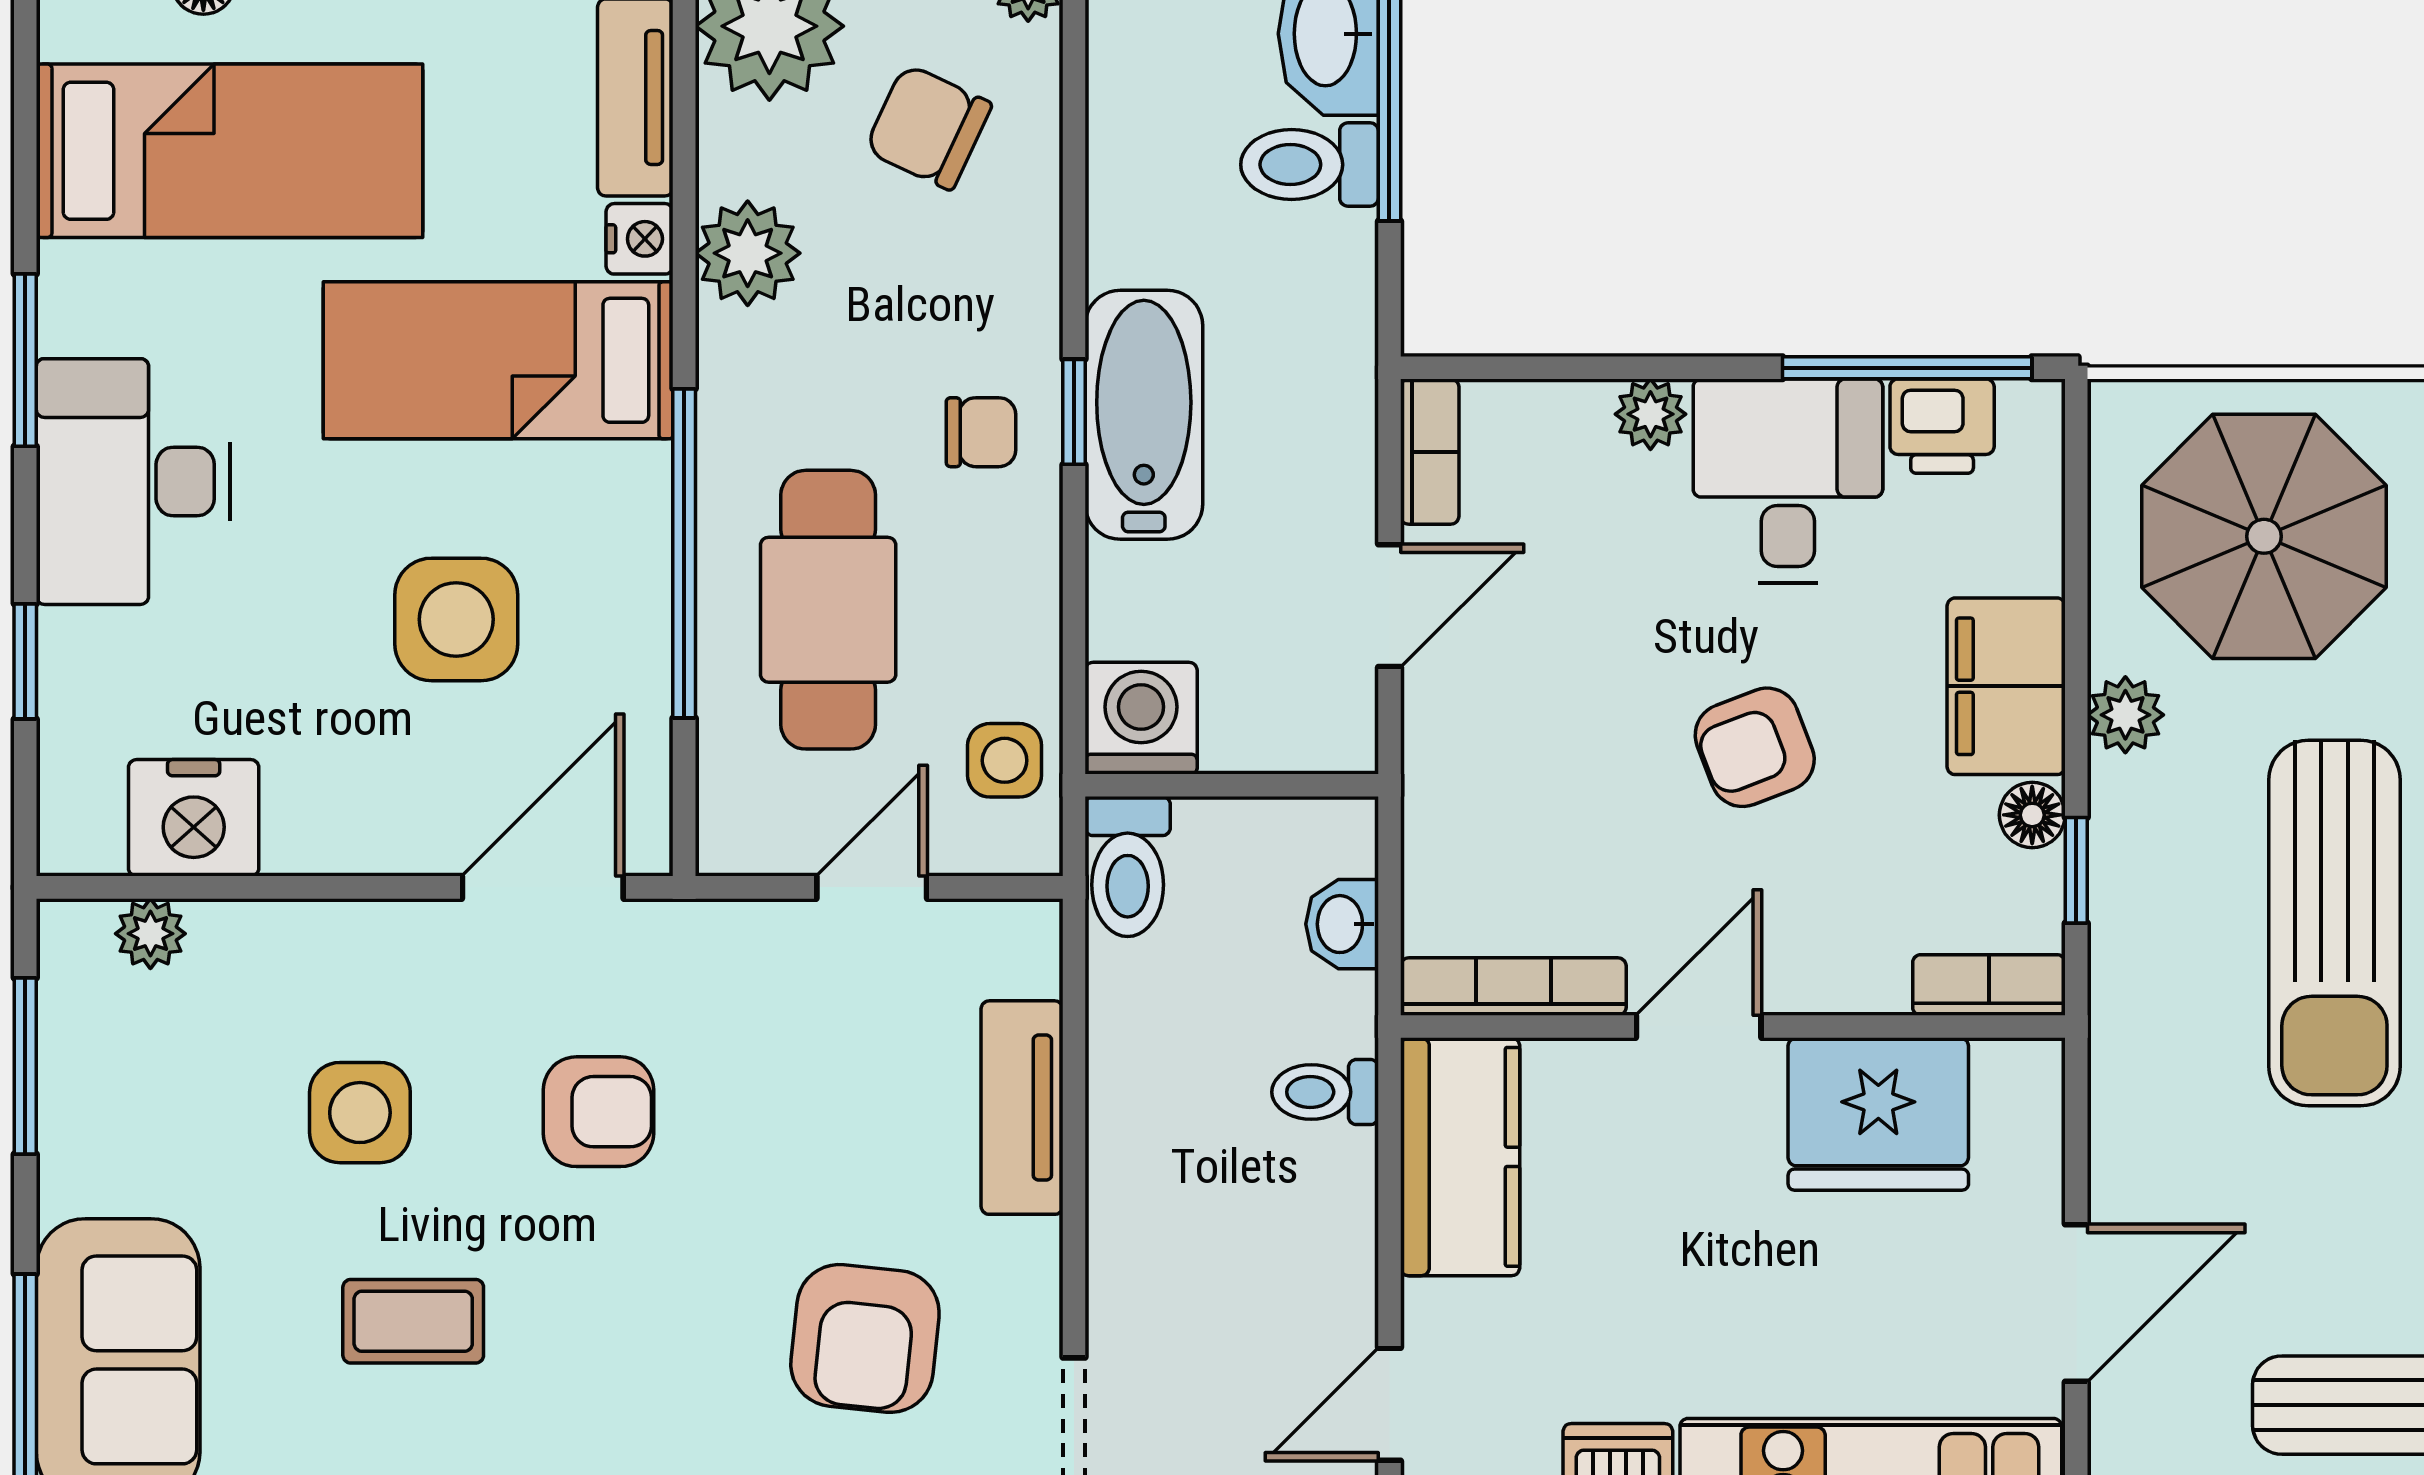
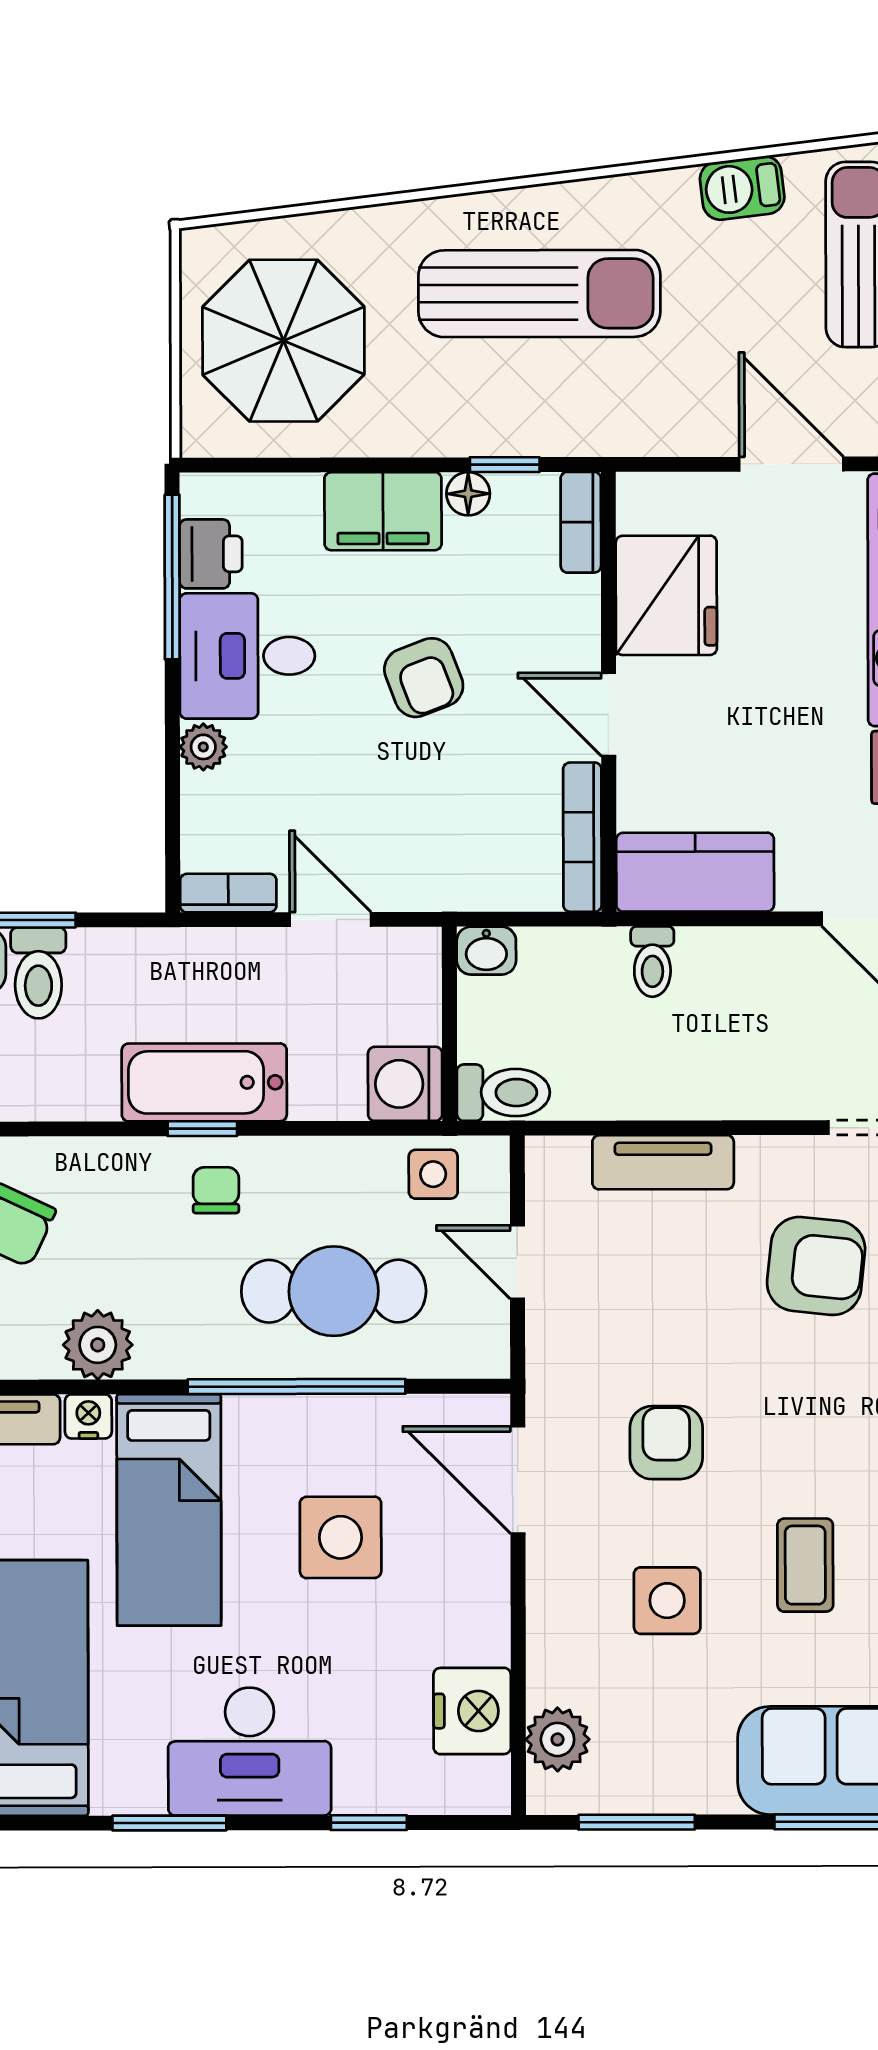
plant: (2125, 715) -> (402, 432), removed
washbasin: (1342, 924) -> (486, 951), moved
plant: (150, 934) -> (558, 1739), width x1.38, depth x1.38

